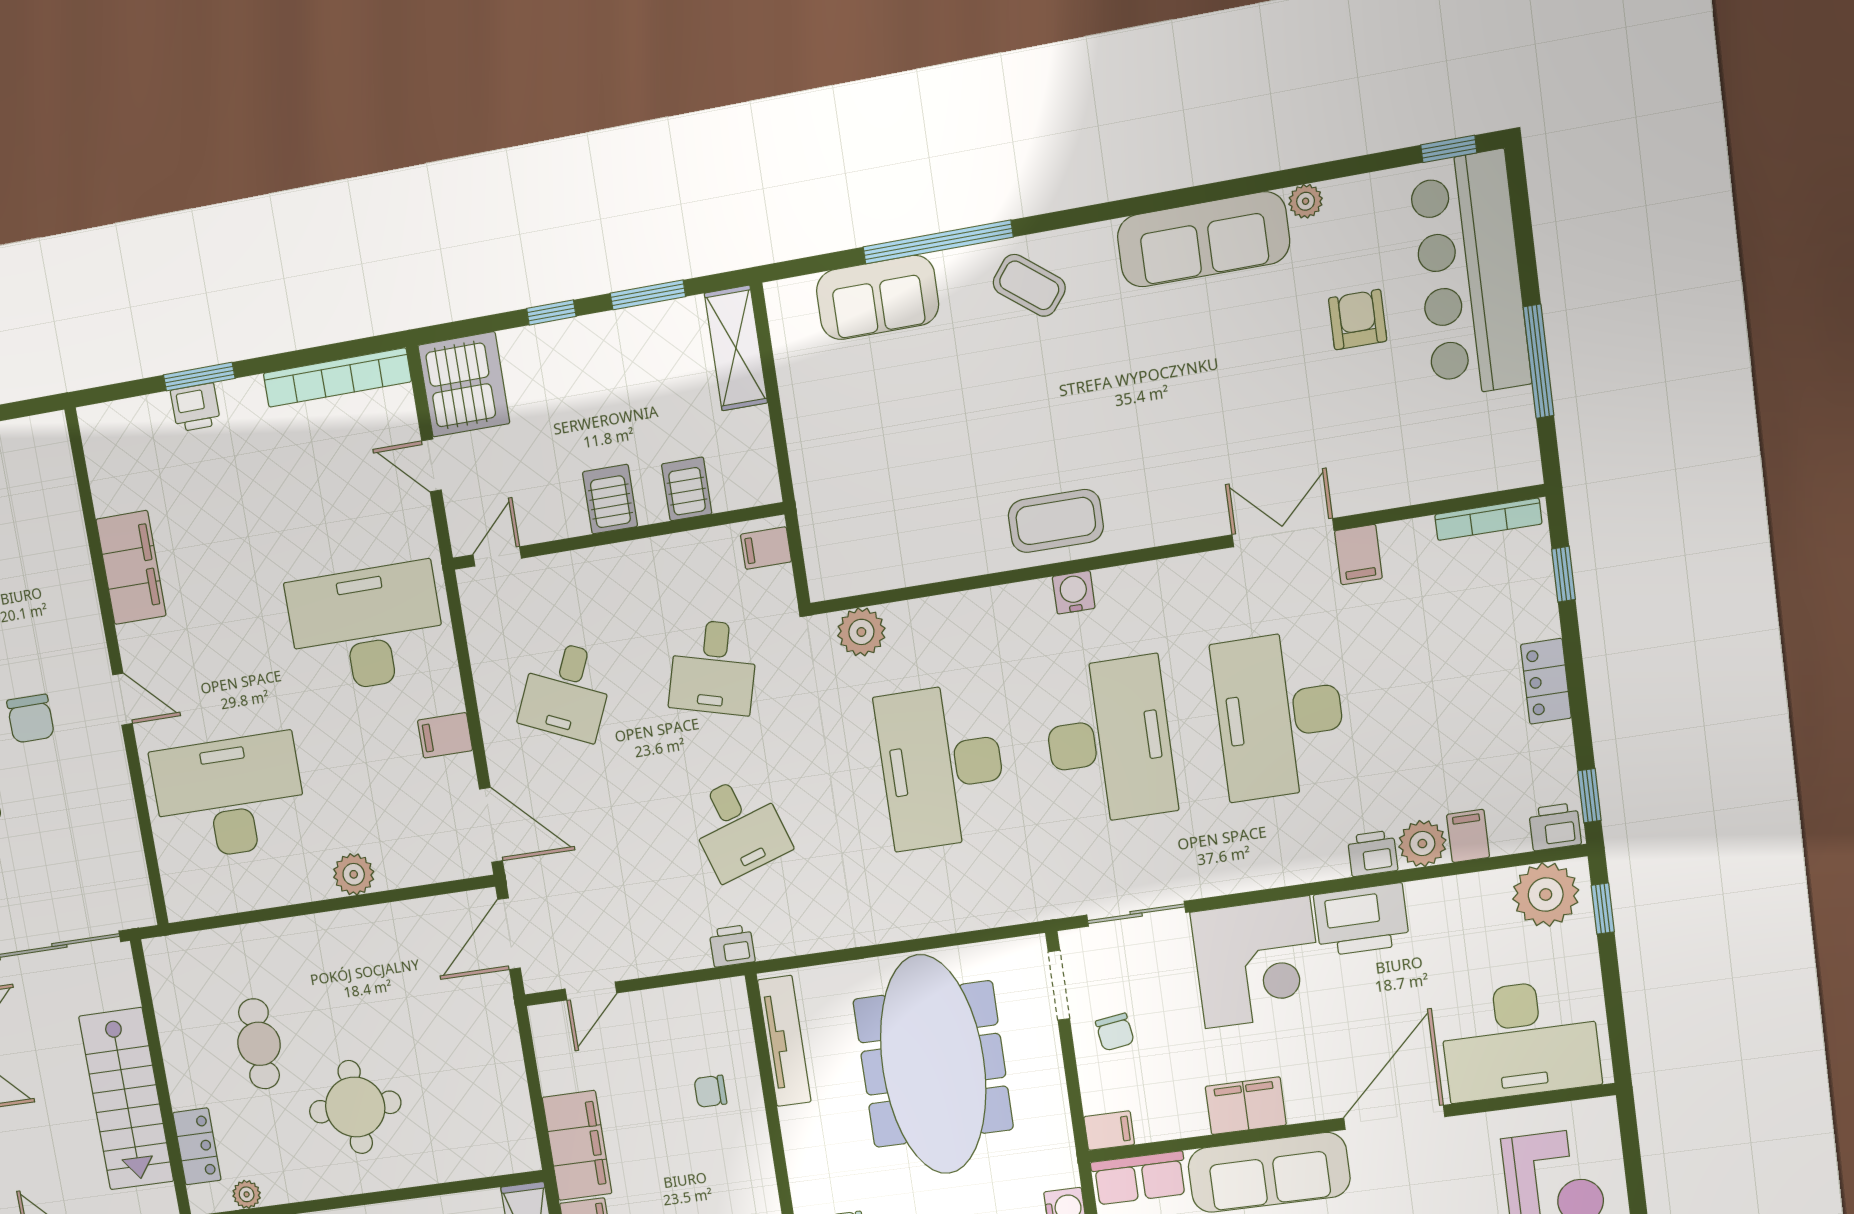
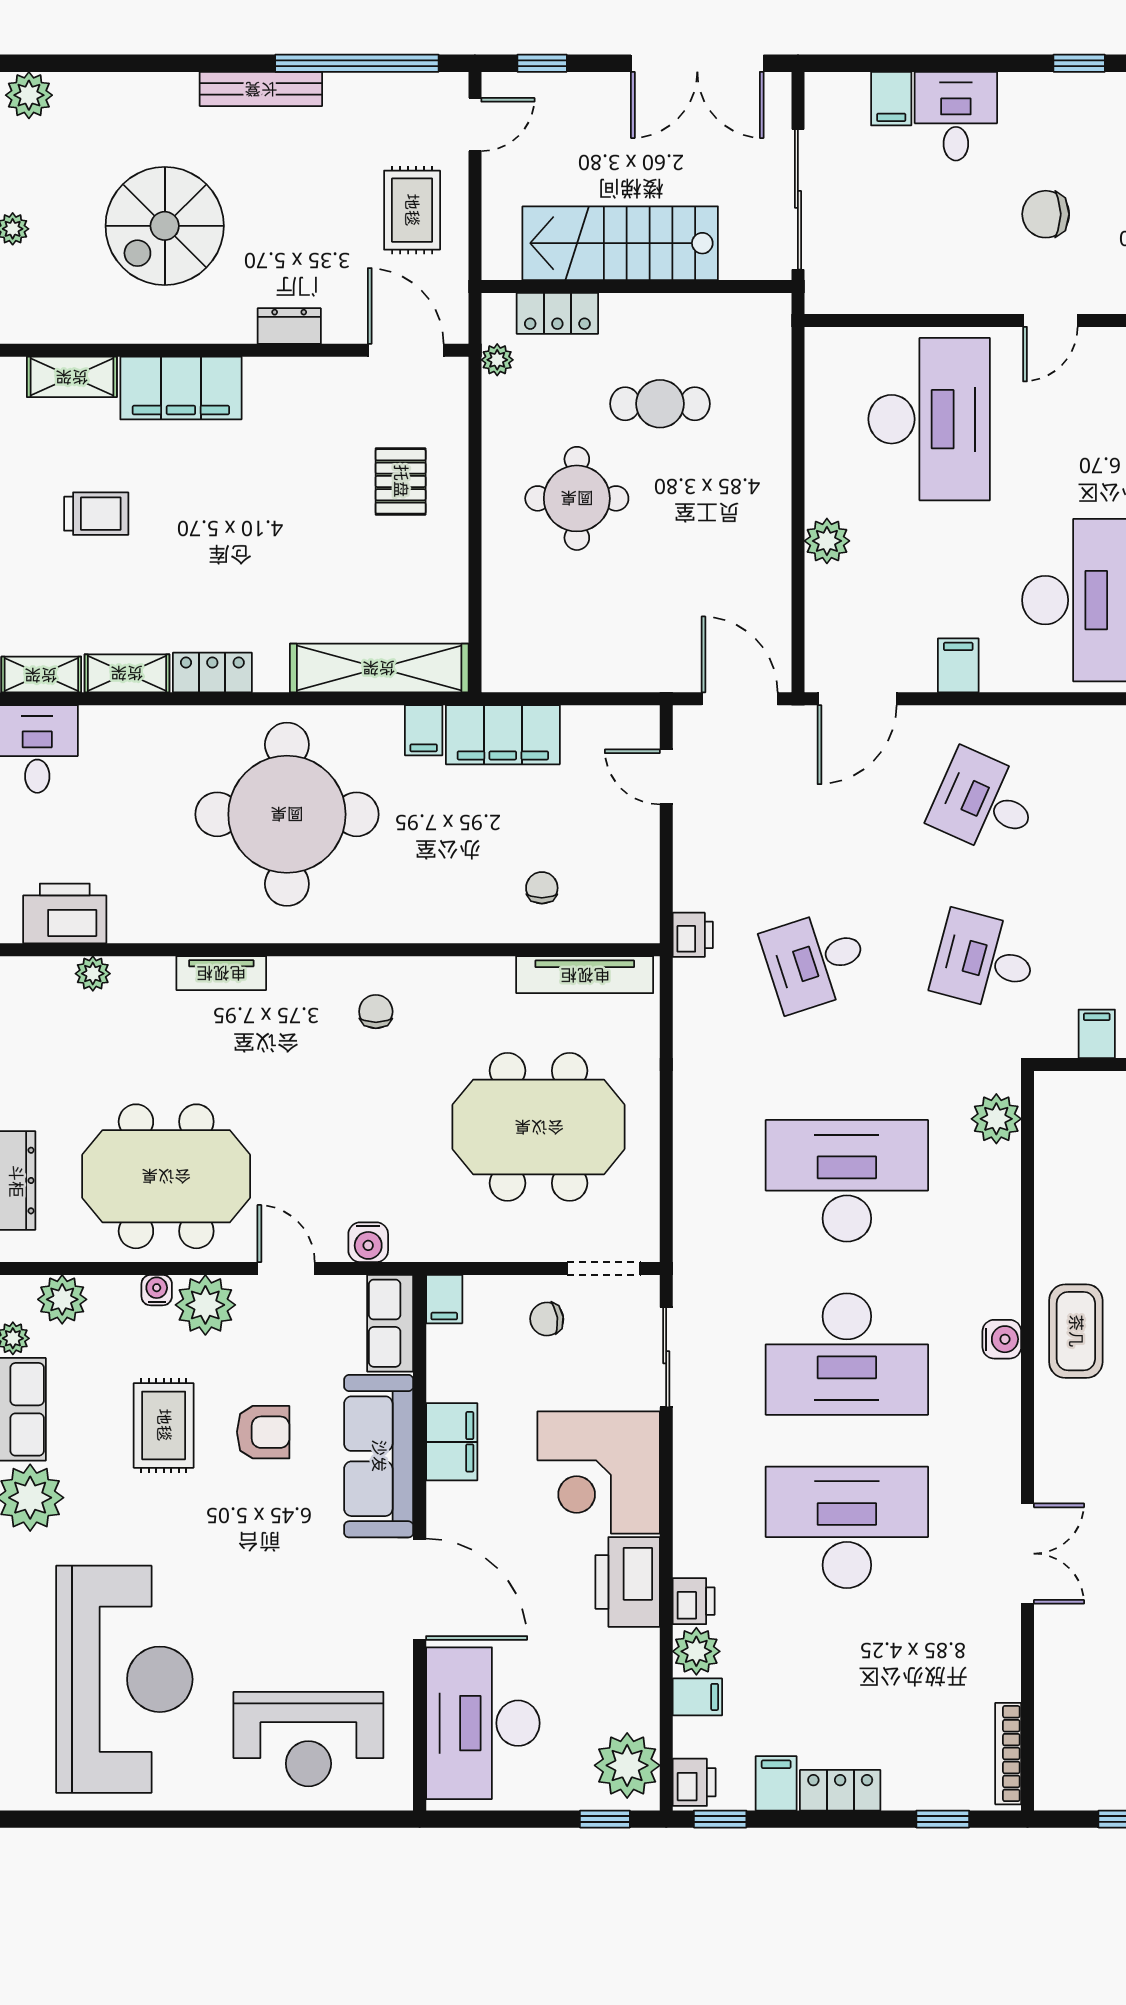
filing cabinet: (1358, 555) -> (776, 1783), moved, turned 90
meeting table: (933, 1064) -> (539, 1127), width x0.73

